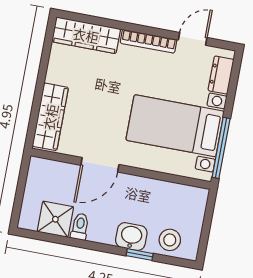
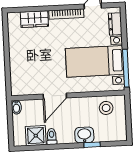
wardrobe: (86, 35) -> (34, 19), width x0.67
wardrobe: (50, 117) -> (18, 74), removed
bidet: (36, 168) -> (16, 107), added
stool: (170, 240) -> (106, 108), moved

